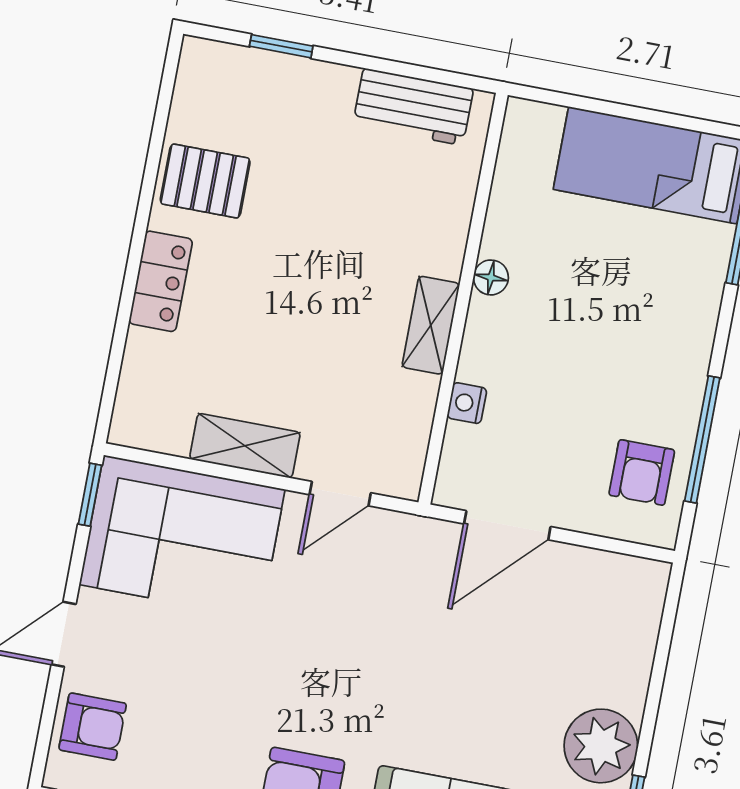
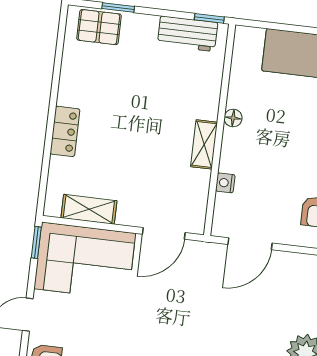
window: (458, 80) -> (209, 18), added
pallet: (205, 181) -> (99, 27), moved
shelving: (245, 446) -> (89, 209), moved
door: (340, 494) -> (164, 233), width x1.37

